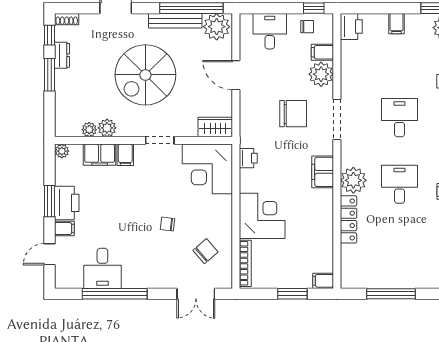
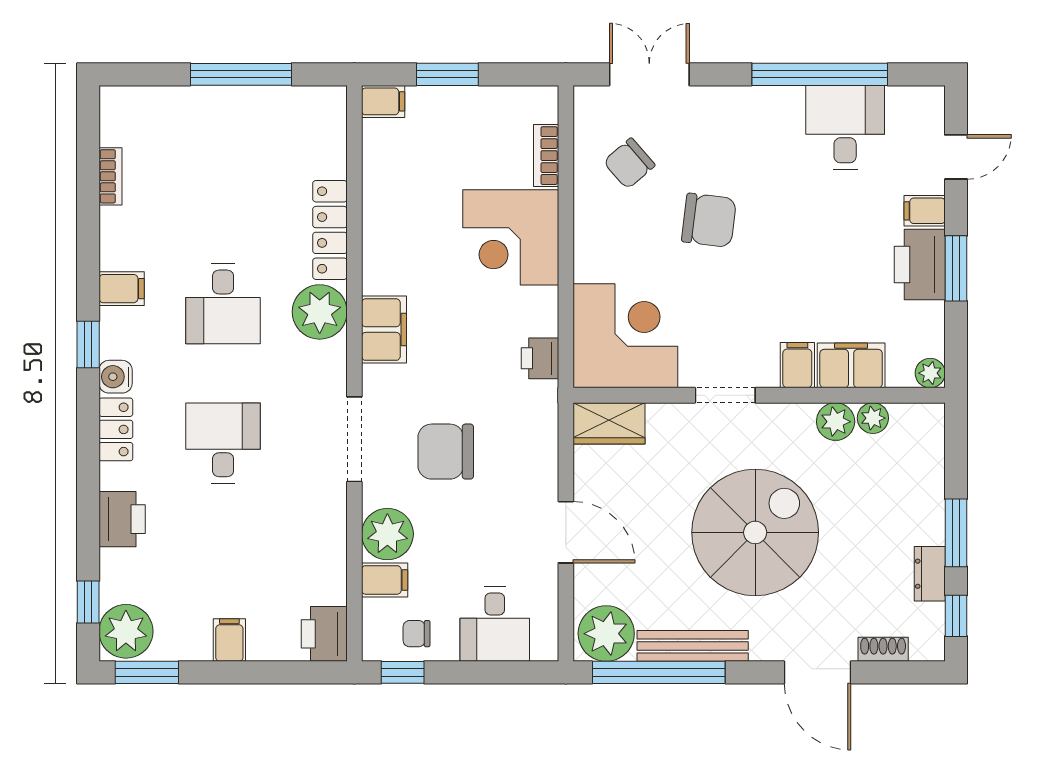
shoe rack: (67, 19) -> (883, 649), moved
desk: (400, 118) -> (223, 443), turned 180
chair: (168, 224) -> (709, 220), width x1.87, depth x1.87
bookcase: (245, 263) -> (546, 156), width x0.64

